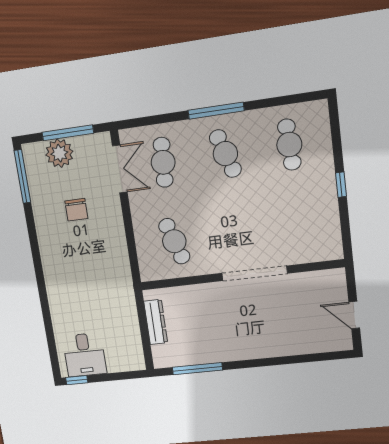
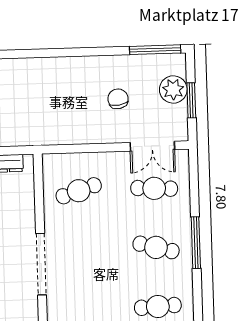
window: (68, 133) -> (191, 100), width x0.69
cafe table: (225, 154) -> (156, 247), turned 33
chair: (76, 210) -> (118, 99), turned 81

